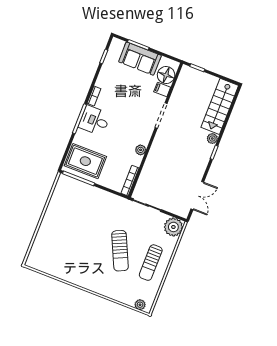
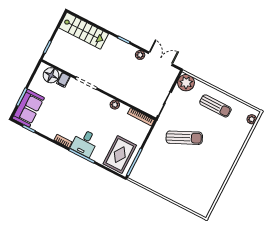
sofa: (140, 59) -> (28, 108), moved
plant: (212, 139) -> (140, 55), moved
sun lounger: (120, 251) -> (184, 138), moved

